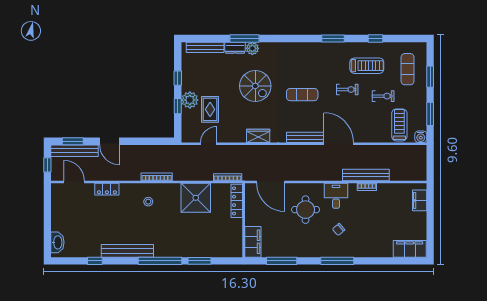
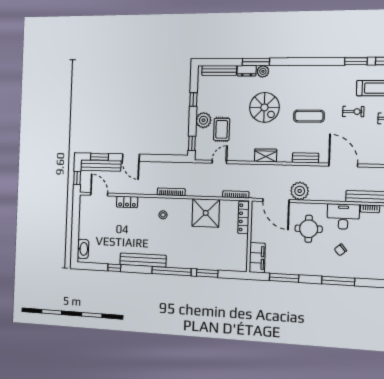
window: (333, 38) -> (356, 61), moved
window: (178, 106) -> (192, 143), moved
bench: (305, 137) -> (306, 158), width x0.73
plant: (295, 171) -> (300, 191), added
desk: (336, 196) -> (343, 217), width x1.37

